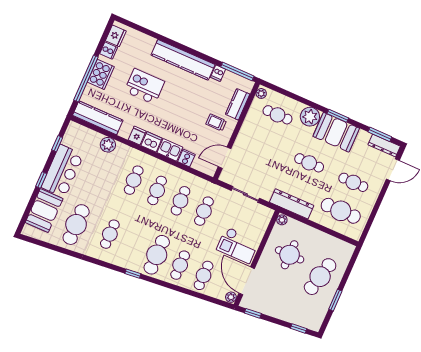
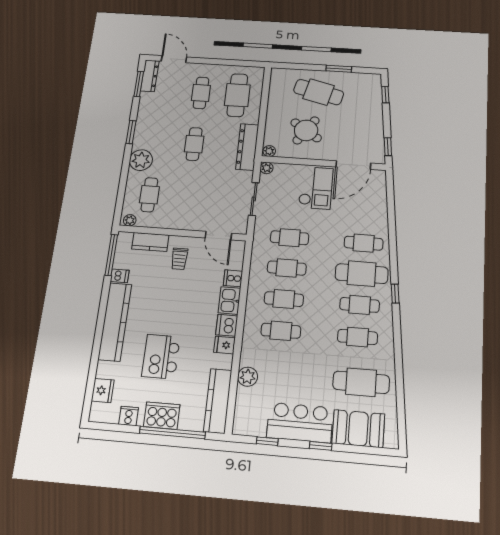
fridge: (116, 36) -> (103, 390), moved, turned 90
booth: (336, 132) -> (150, 128), removed
round table: (290, 255) -> (306, 130), turned 34
cafe table: (204, 275) -> (360, 305), moved
plant: (231, 297) -> (267, 168), moved

